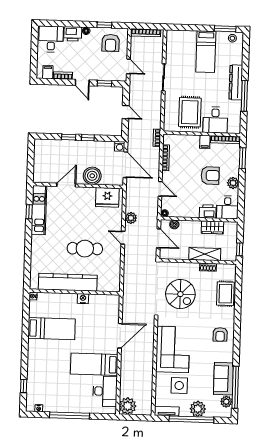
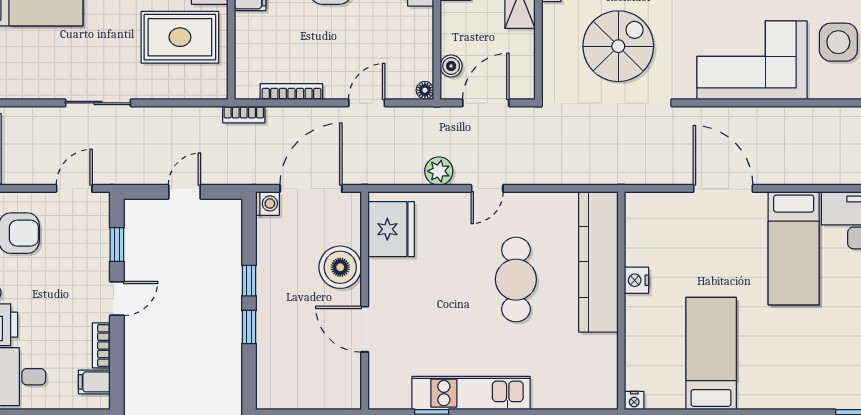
kitchen unit: (39, 210) -> (471, 393), moved
kitchen counter: (68, 282) -> (598, 262), moved

